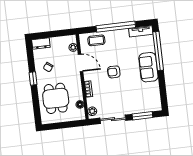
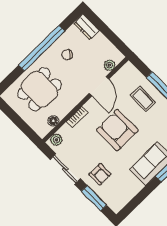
coffee table: (96, 40) -> (143, 99), moved
armchair: (114, 72) -> (117, 130), width x1.88, depth x1.88
window: (33, 79) -> (42, 48), width x3.17
armchair: (131, 102) -> (100, 174), added

